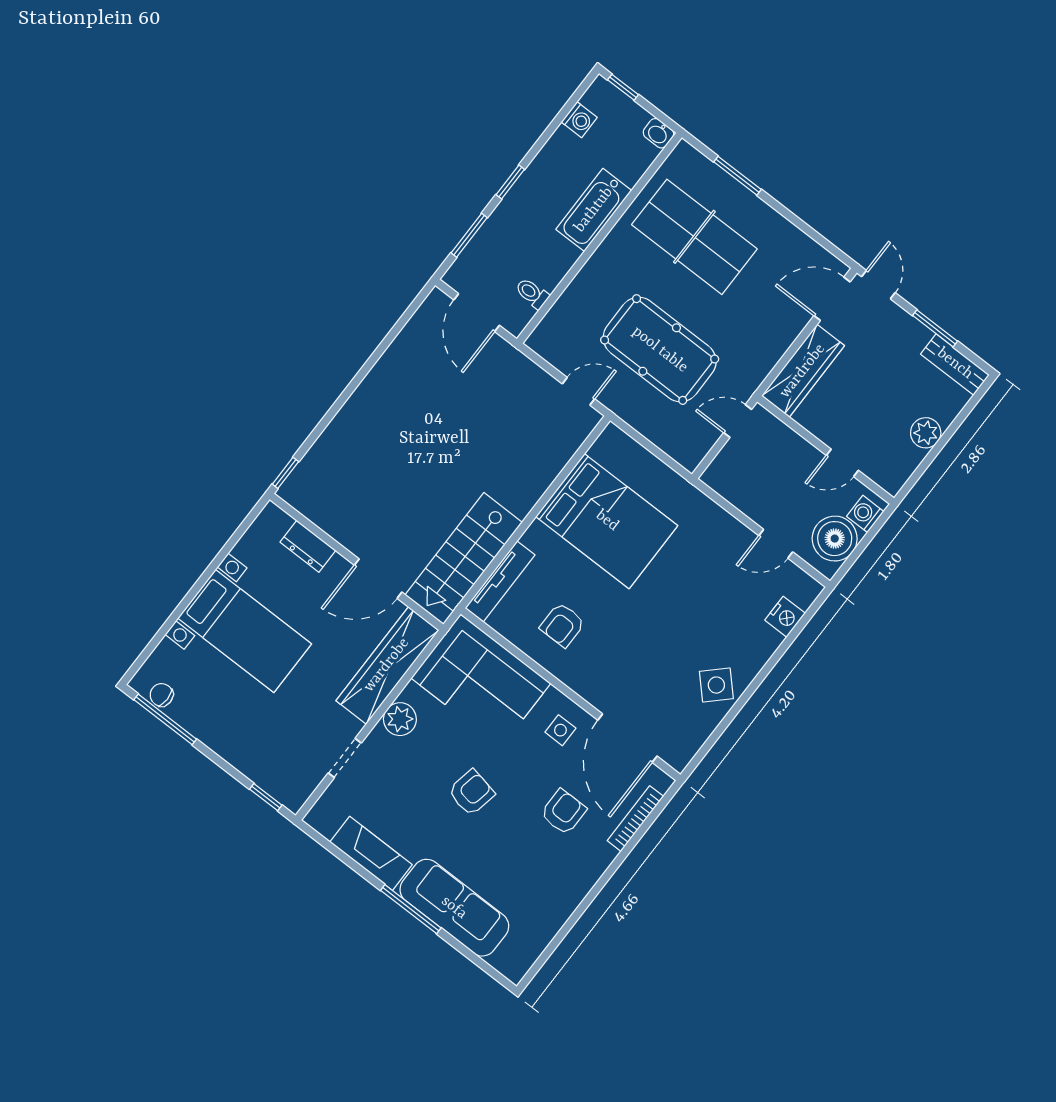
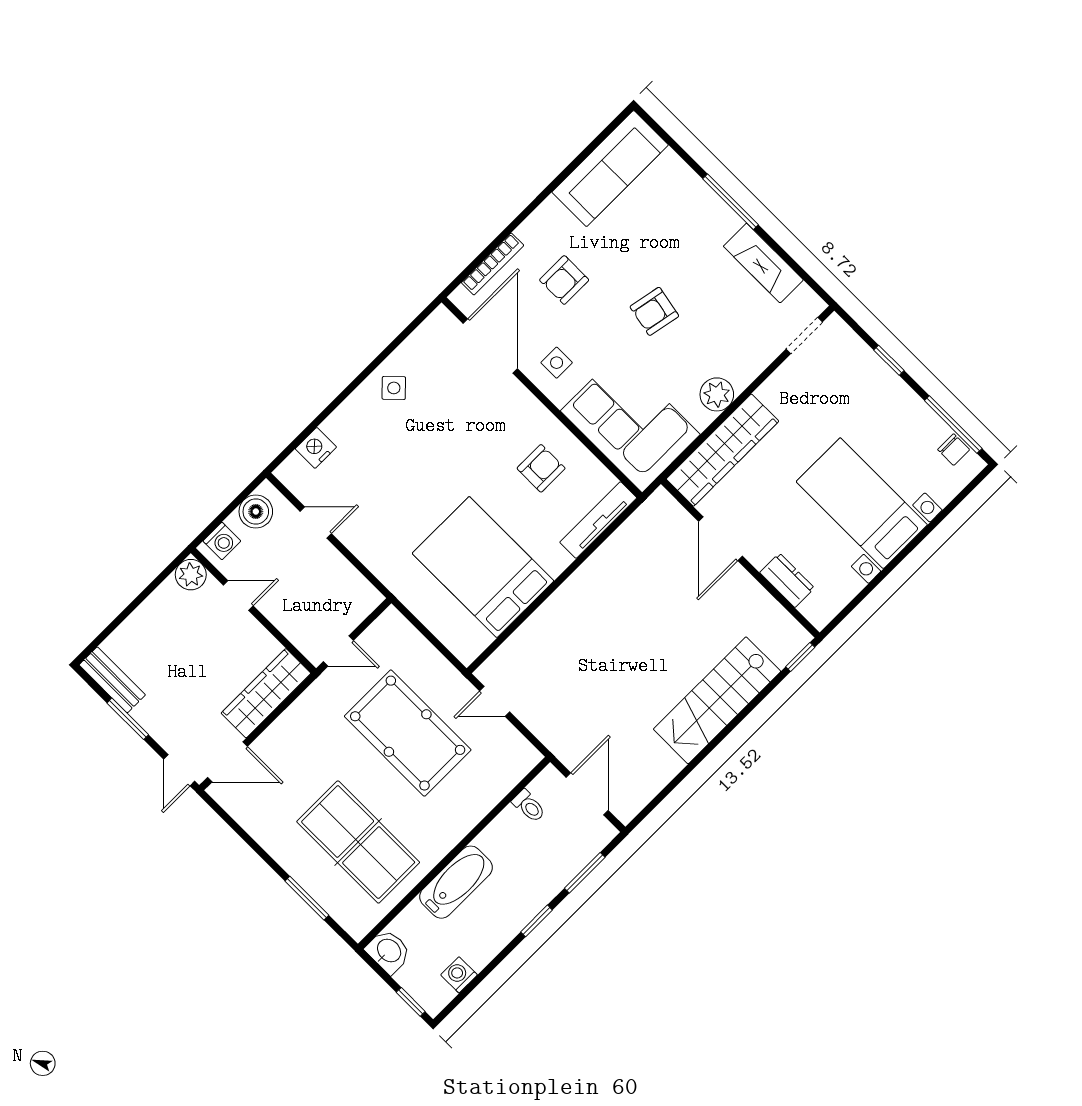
washbasin: (658, 133) -> (388, 951), width x1.38, depth x1.45
plant: (926, 433) -> (191, 575), moved
boiler: (835, 539) -> (256, 512), width x0.73, depth x0.73
stairs: (464, 559) -> (717, 700), moved, turned 180
door: (378, 579) -> (721, 539), swing flipped
side table: (716, 685) -> (394, 388), width x0.73, depth x0.73
doorway: (345, 758) -> (804, 336), moved
window: (266, 797) -> (889, 360), moved
sofa: (454, 908) -> (610, 169), moved, turned -90

